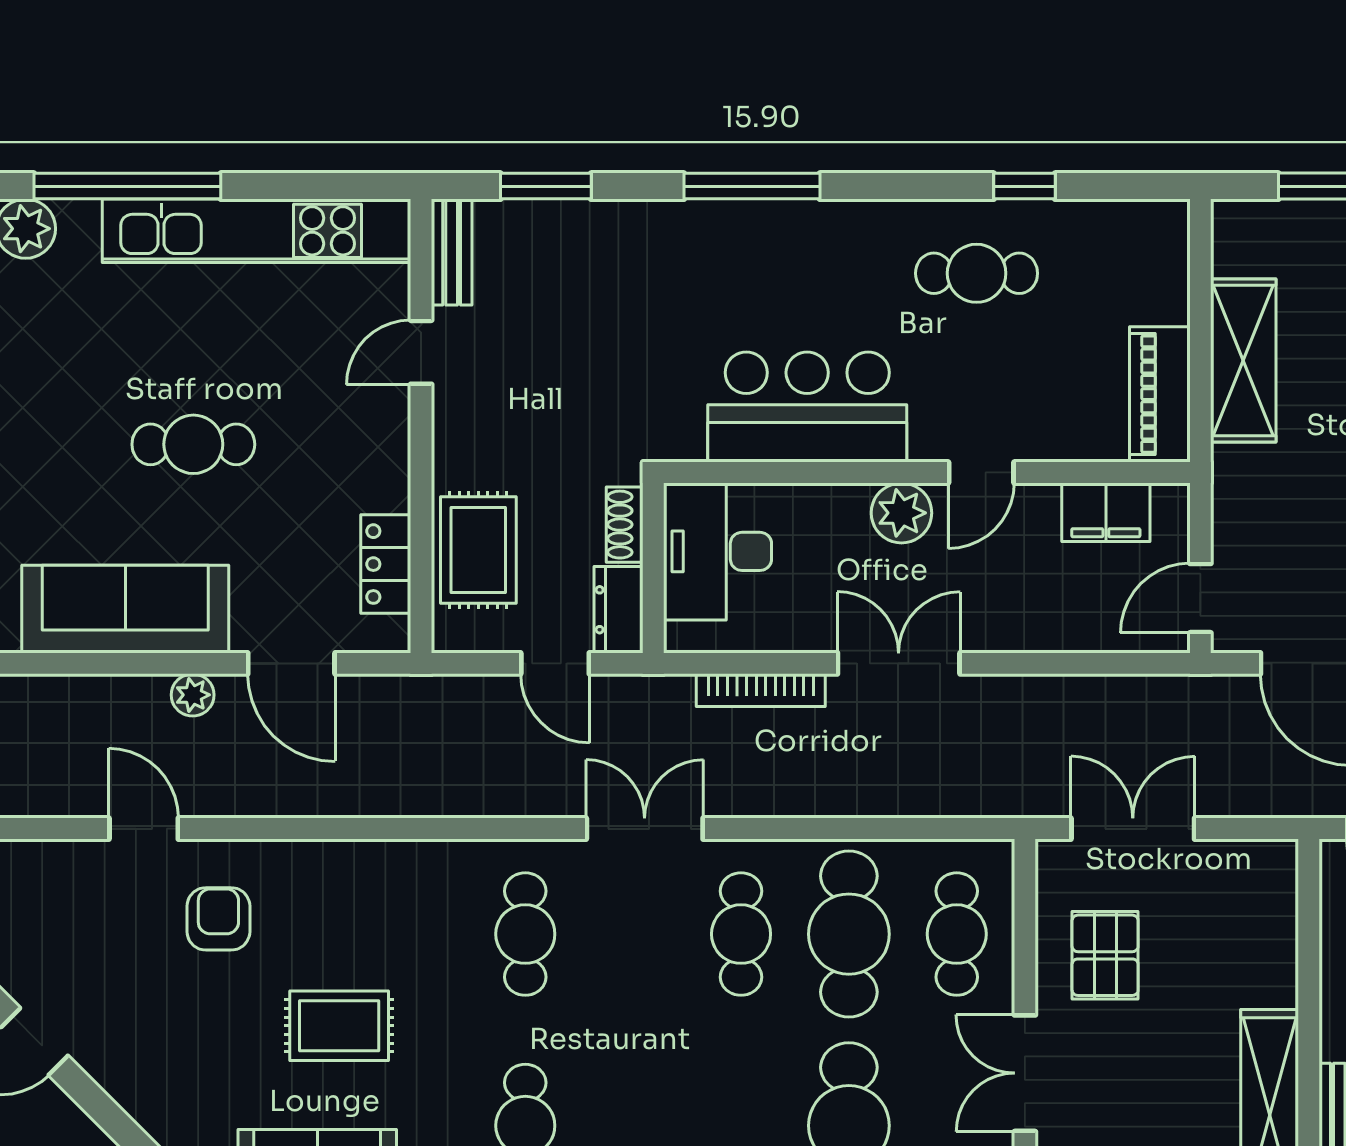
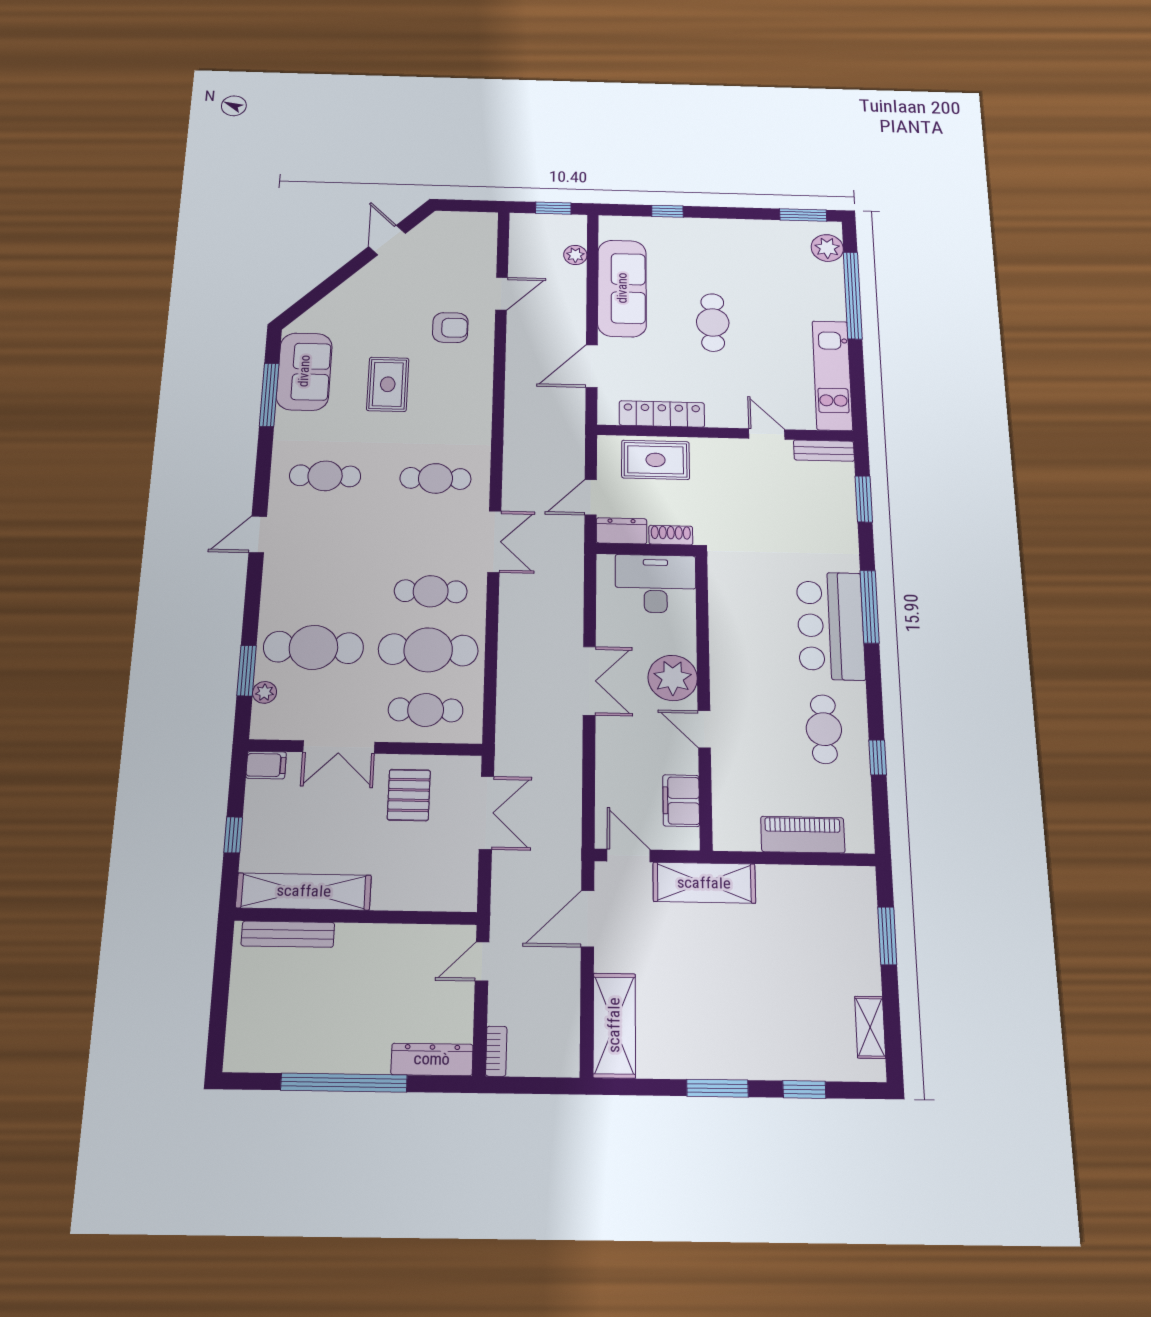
kitchen unit: (257, 231) -> (832, 375), width x0.73
shelving: (1243, 361) -> (704, 883), moved
piano: (1160, 394) -> (803, 835), moved
bar counter: (807, 407) -> (831, 626), moved, turned 180
plant: (901, 513) -> (673, 678), width x1.36, depth x1.36
locker: (386, 564) -> (662, 414), width x1.53
bookcase: (761, 690) -> (574, 605), removed
plant: (193, 695) -> (575, 255), moved
pallet: (1105, 955) -> (409, 795), turned 90
double door: (1025, 1073) -> (339, 747), swing flipped

